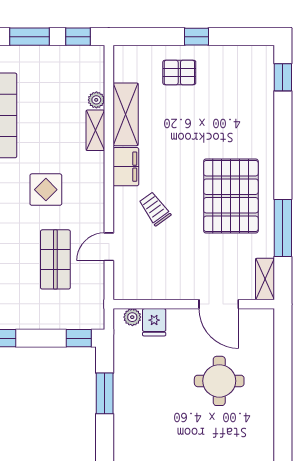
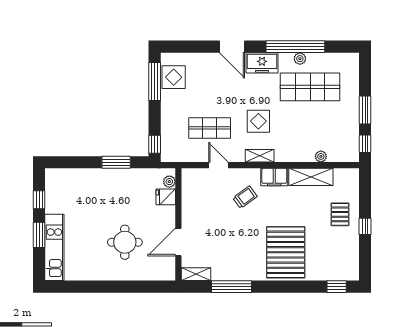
shelving: (95, 130) -> (260, 156), moved
pallet: (231, 196) -> (286, 252), moved, turned 90

